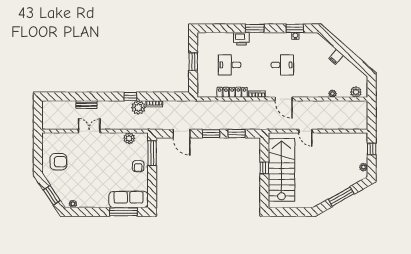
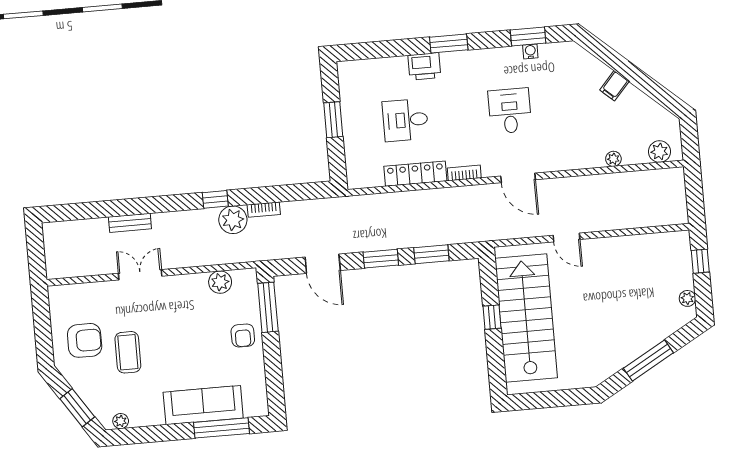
desk: (282, 65) -> (510, 111), turned -90
coffee table: (80, 170) -> (128, 352), added
sofa: (129, 199) -> (203, 405), moved

